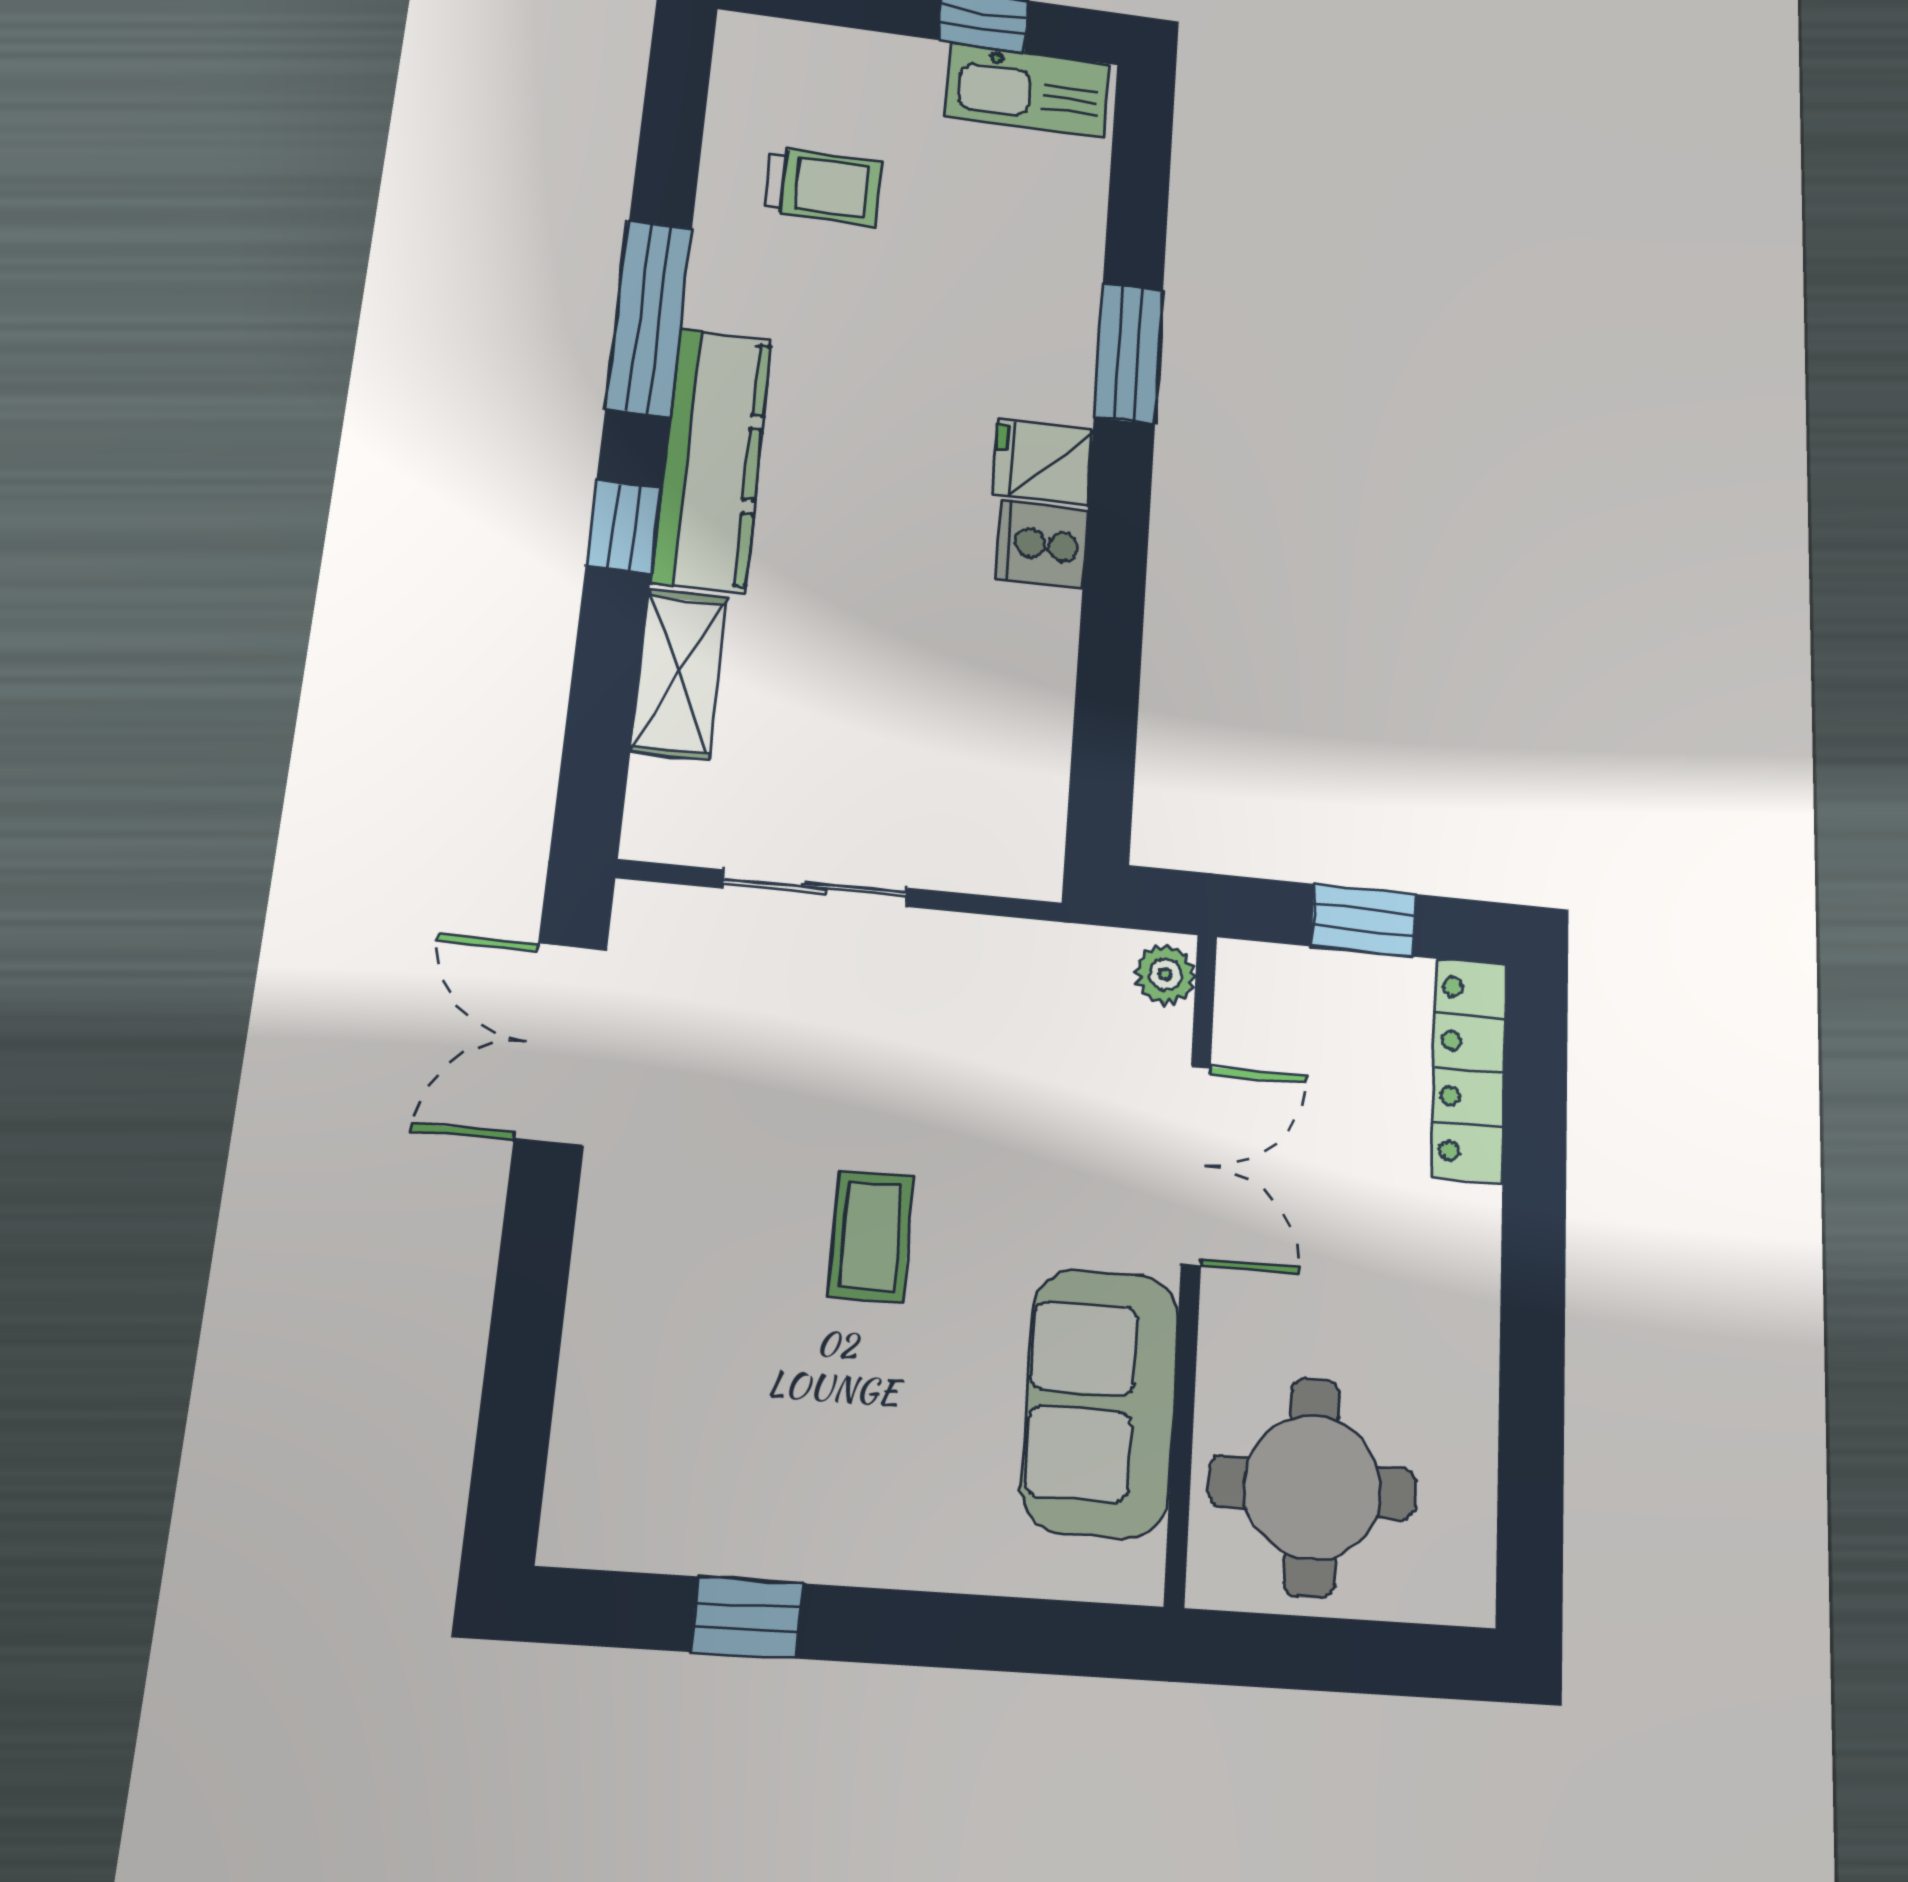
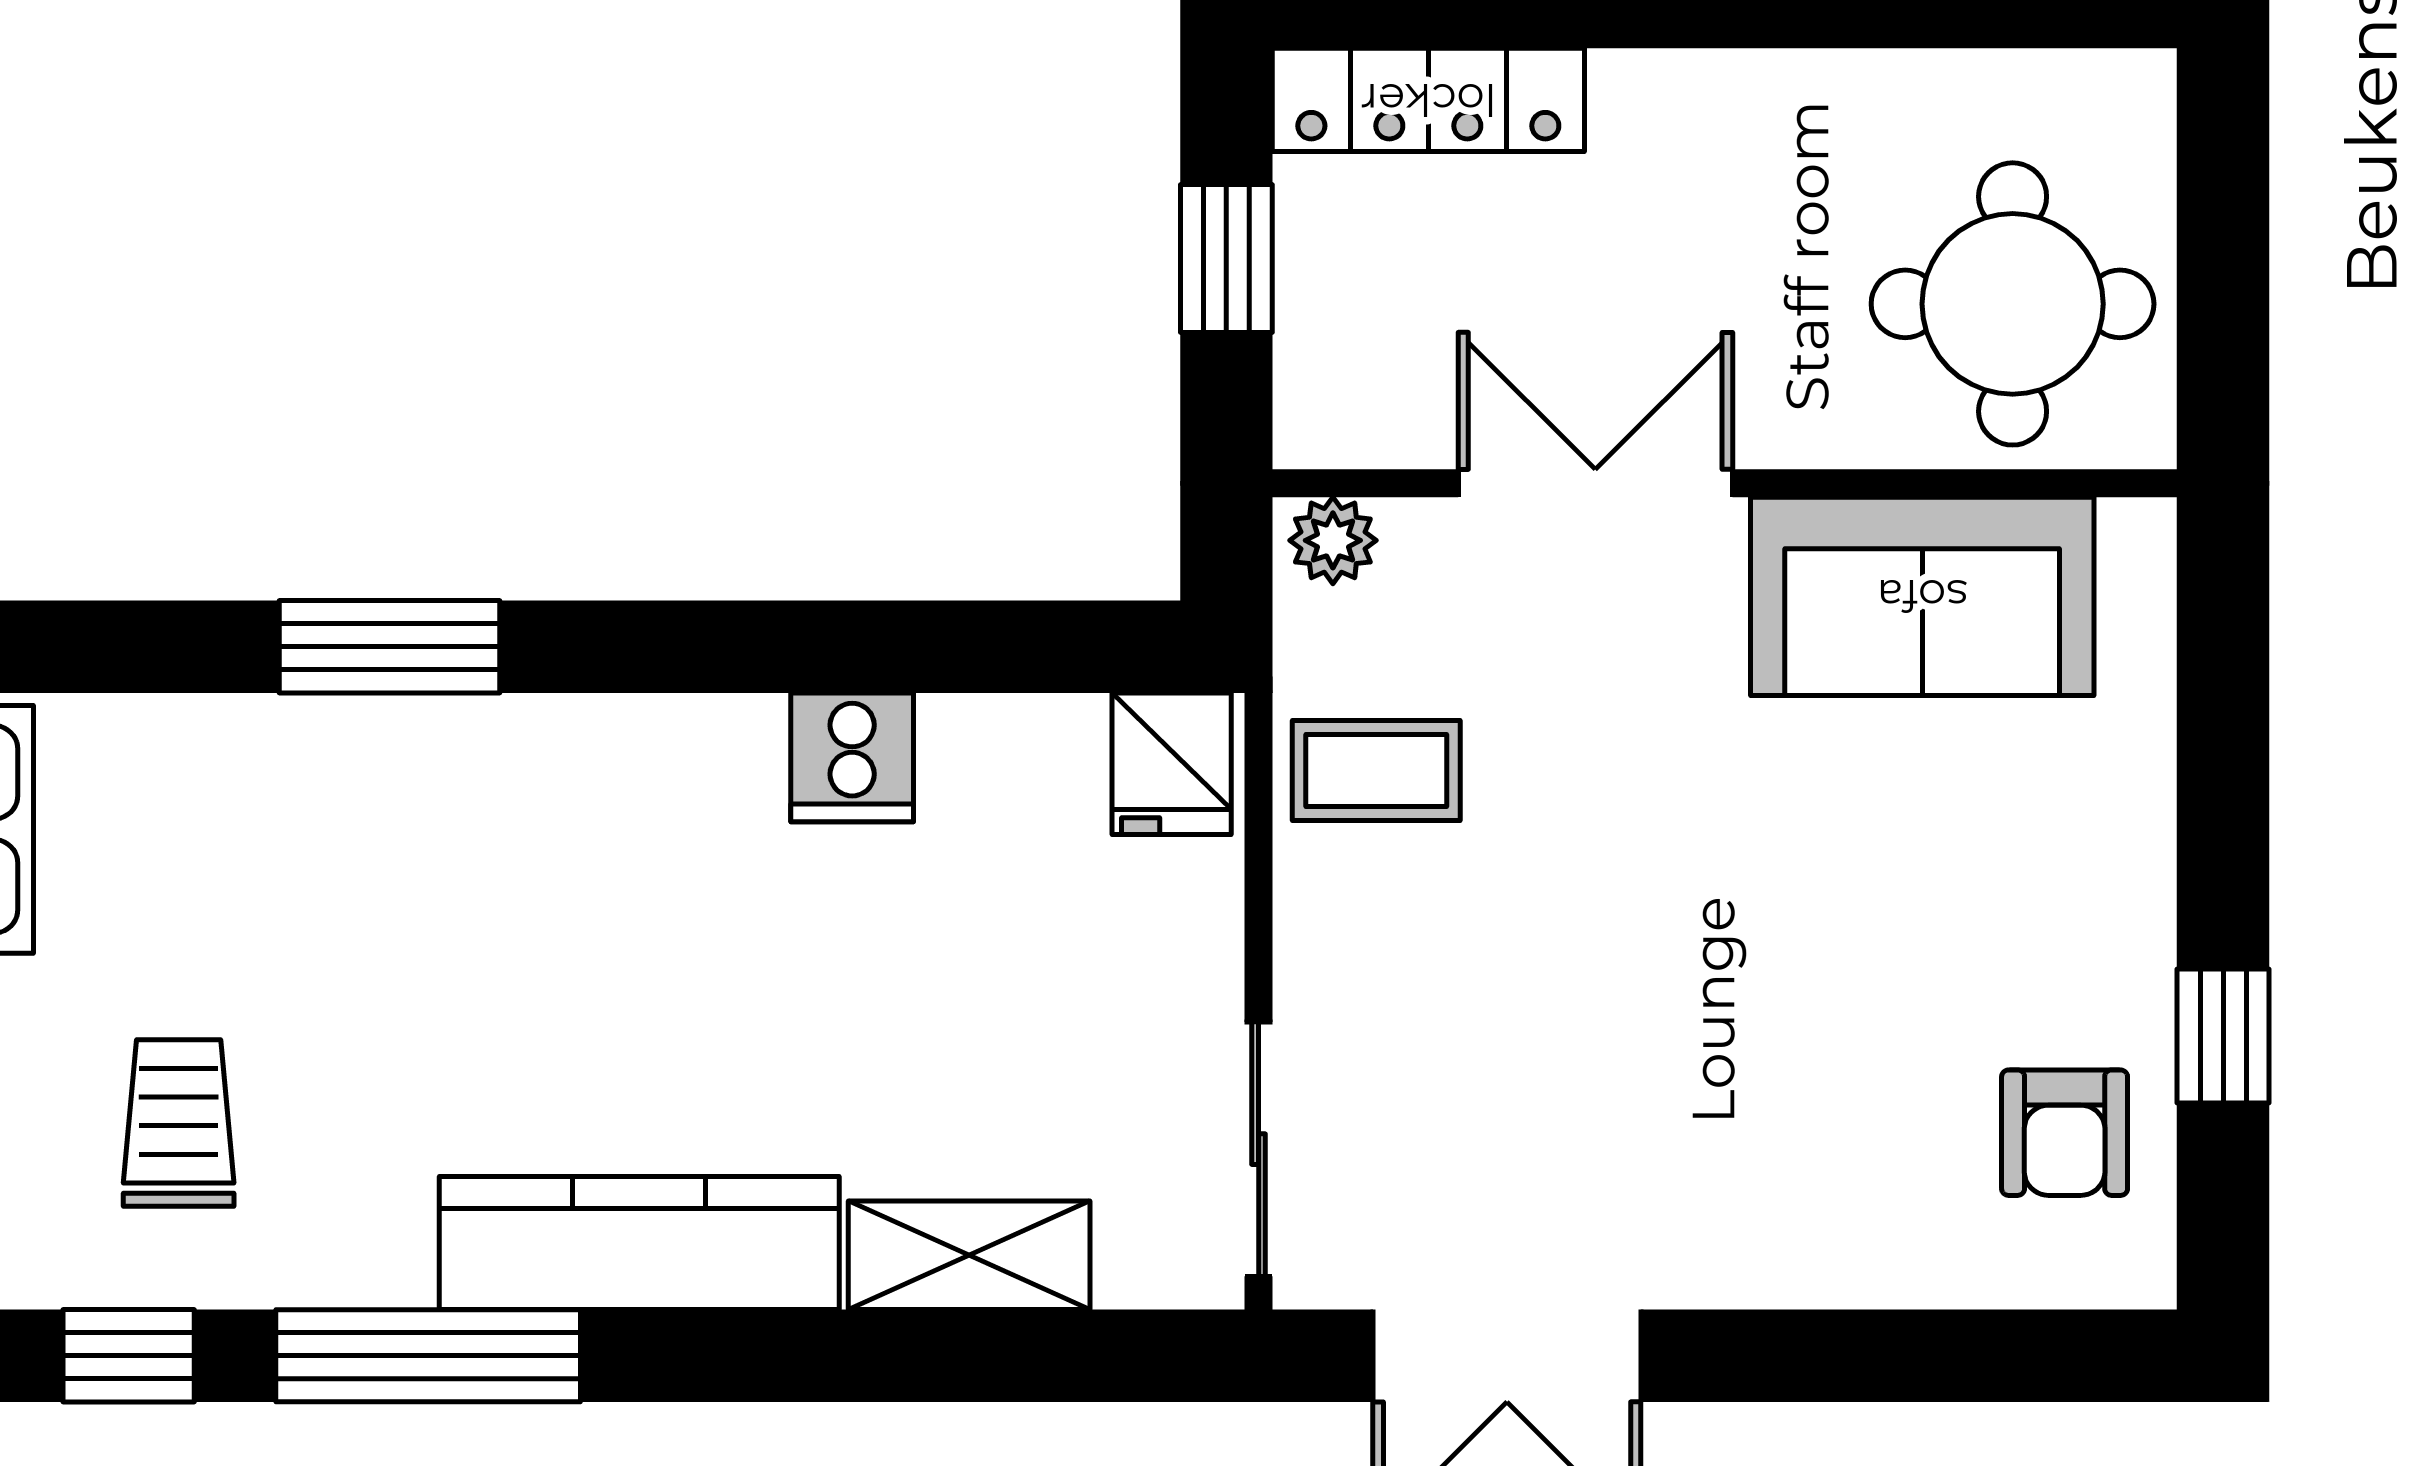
fridge: (1043, 462) -> (1172, 764), moved
window: (624, 527) -> (129, 1356), moved
cooker: (1041, 544) -> (852, 757), moved
sliding door: (815, 888) -> (1259, 1149), moved
coffee table: (871, 1236) -> (1376, 771), moved
armchair: (684, 1484) -> (2065, 1133), added

